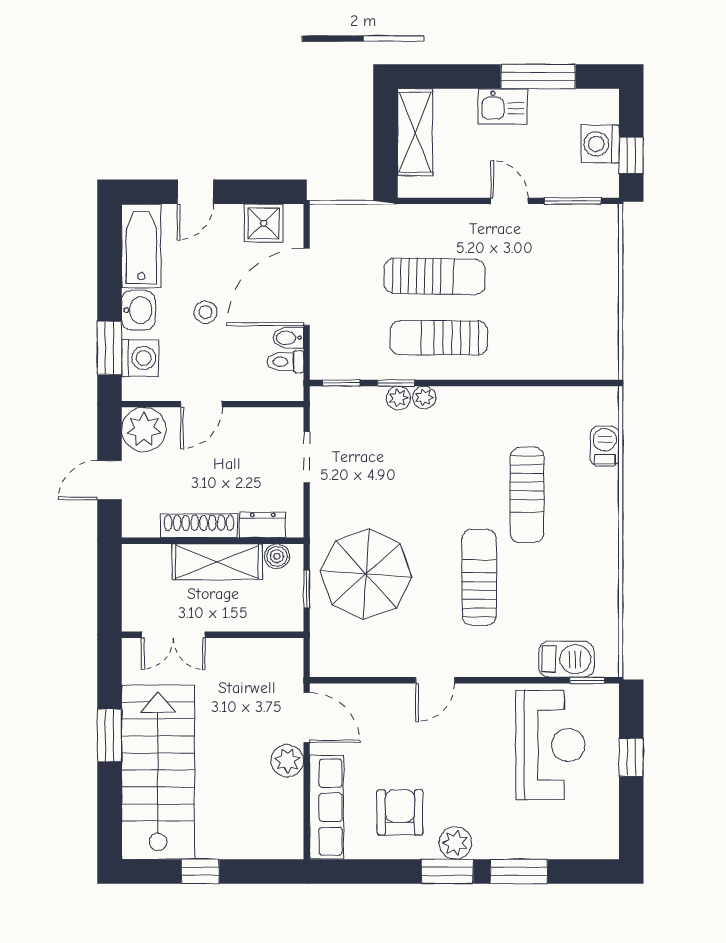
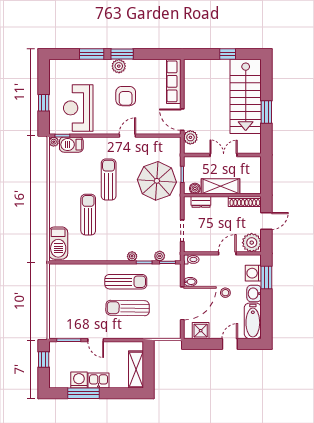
washing machine: (600, 144) -> (79, 380), moved, turned -90
toilet: (286, 362) -> (191, 259), moved
plant: (398, 398) -> (160, 256), moved
barbecue: (605, 446) -> (58, 243), width x1.88, depth x1.53
shoe rack: (199, 526) -> (245, 201), moved
sun lounger: (479, 577) -> (109, 180), turned 180
double door: (173, 635) -> (224, 155), moved
plant: (608, 666) -> (54, 142), added
plant: (287, 761) -> (190, 137), moved
armchair: (400, 812) -> (126, 96), moved

